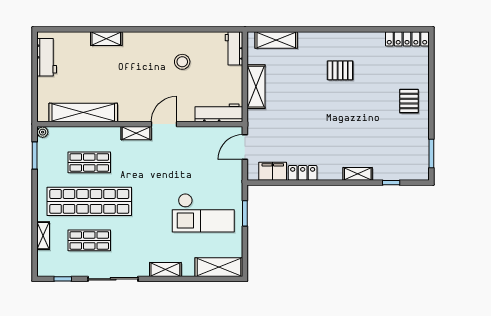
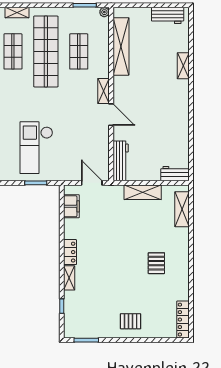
stool: (182, 62) -> (164, 130), removed
locker: (303, 173) -> (70, 252), moved

